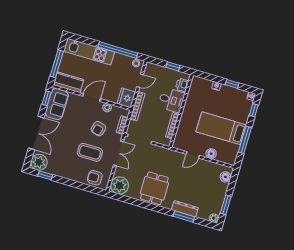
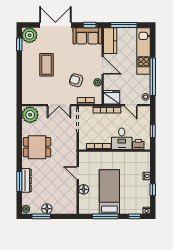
double door: (36, 133) -> (55, 25), swing flipped
coffee table: (90, 152) -> (46, 65), moved
floor lamp: (226, 177) -> (47, 209), moved
armchair: (95, 178) -> (31, 90), removed

